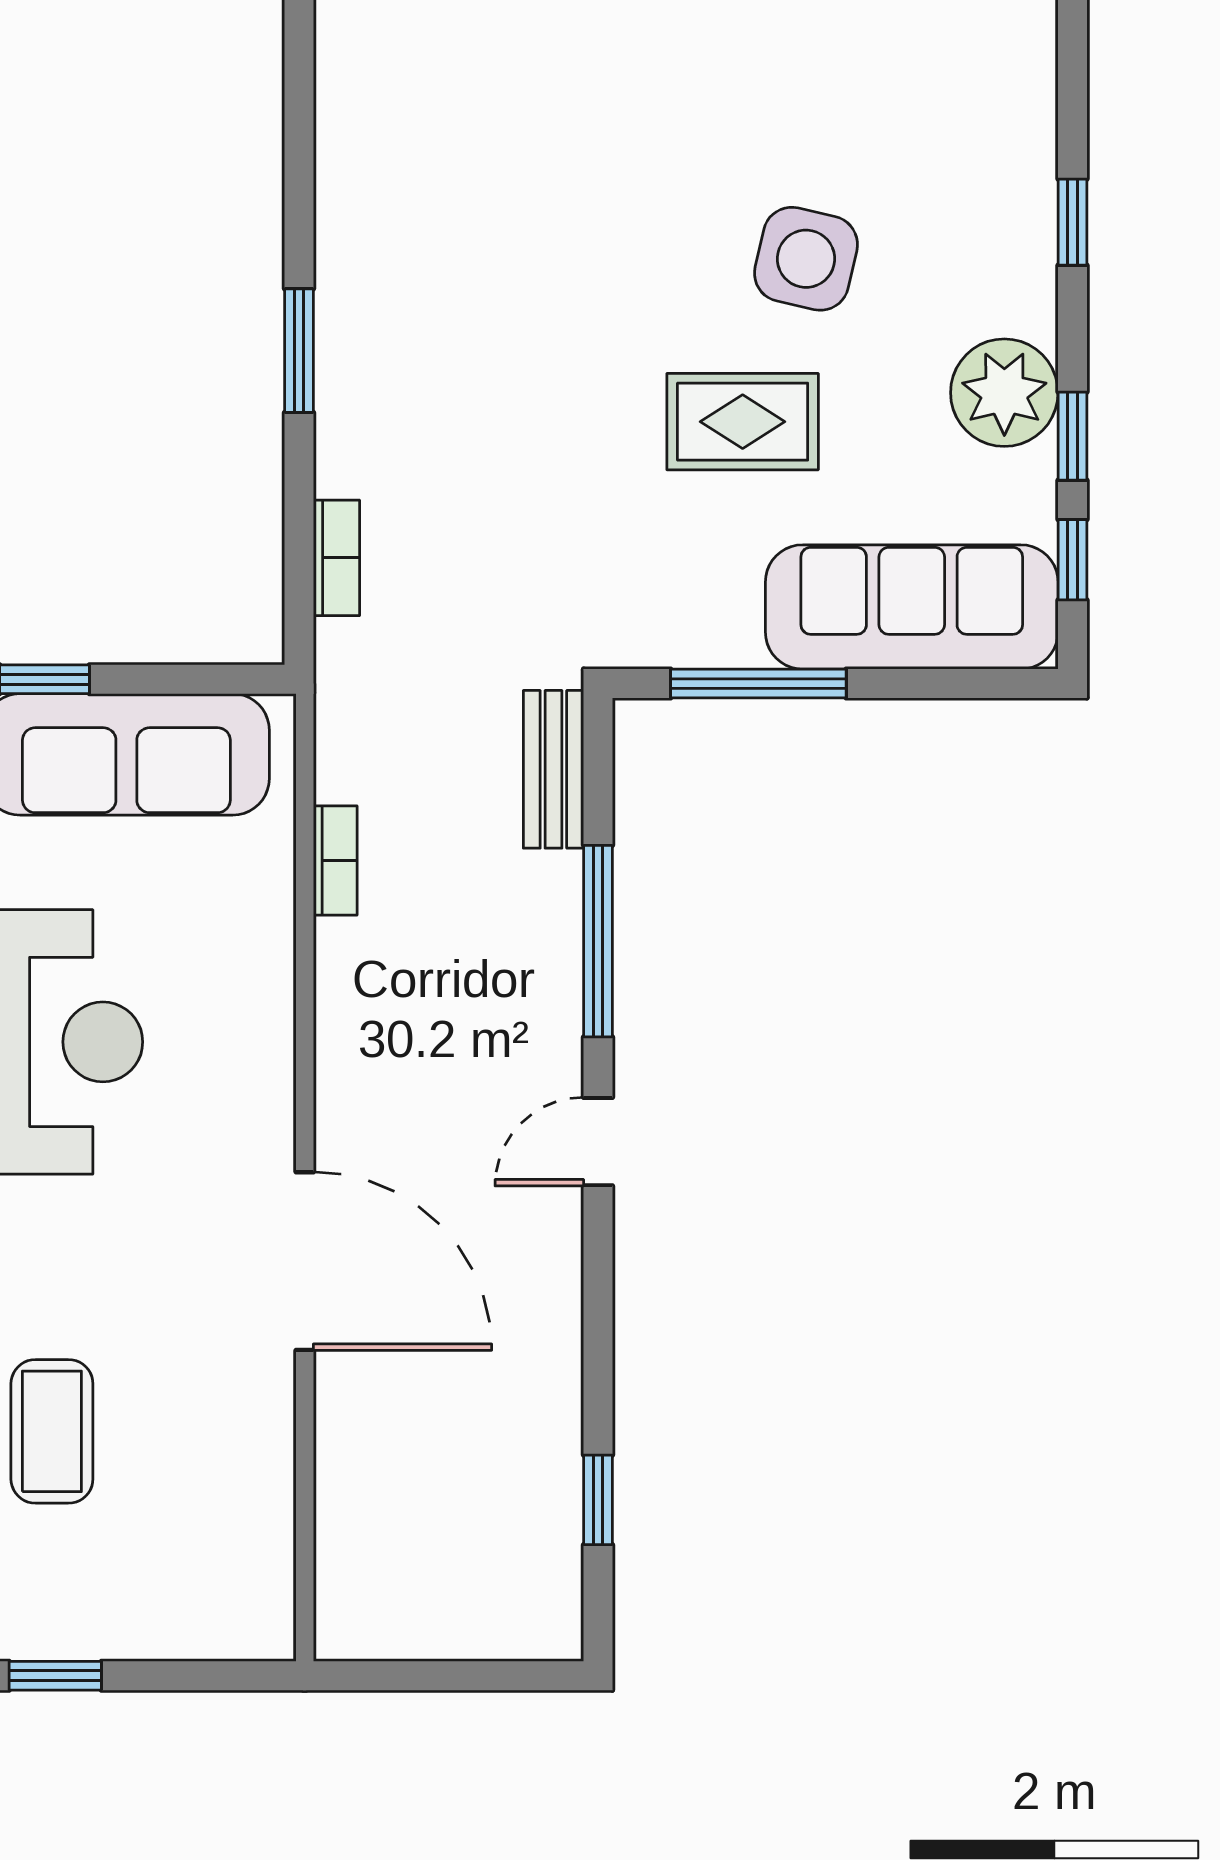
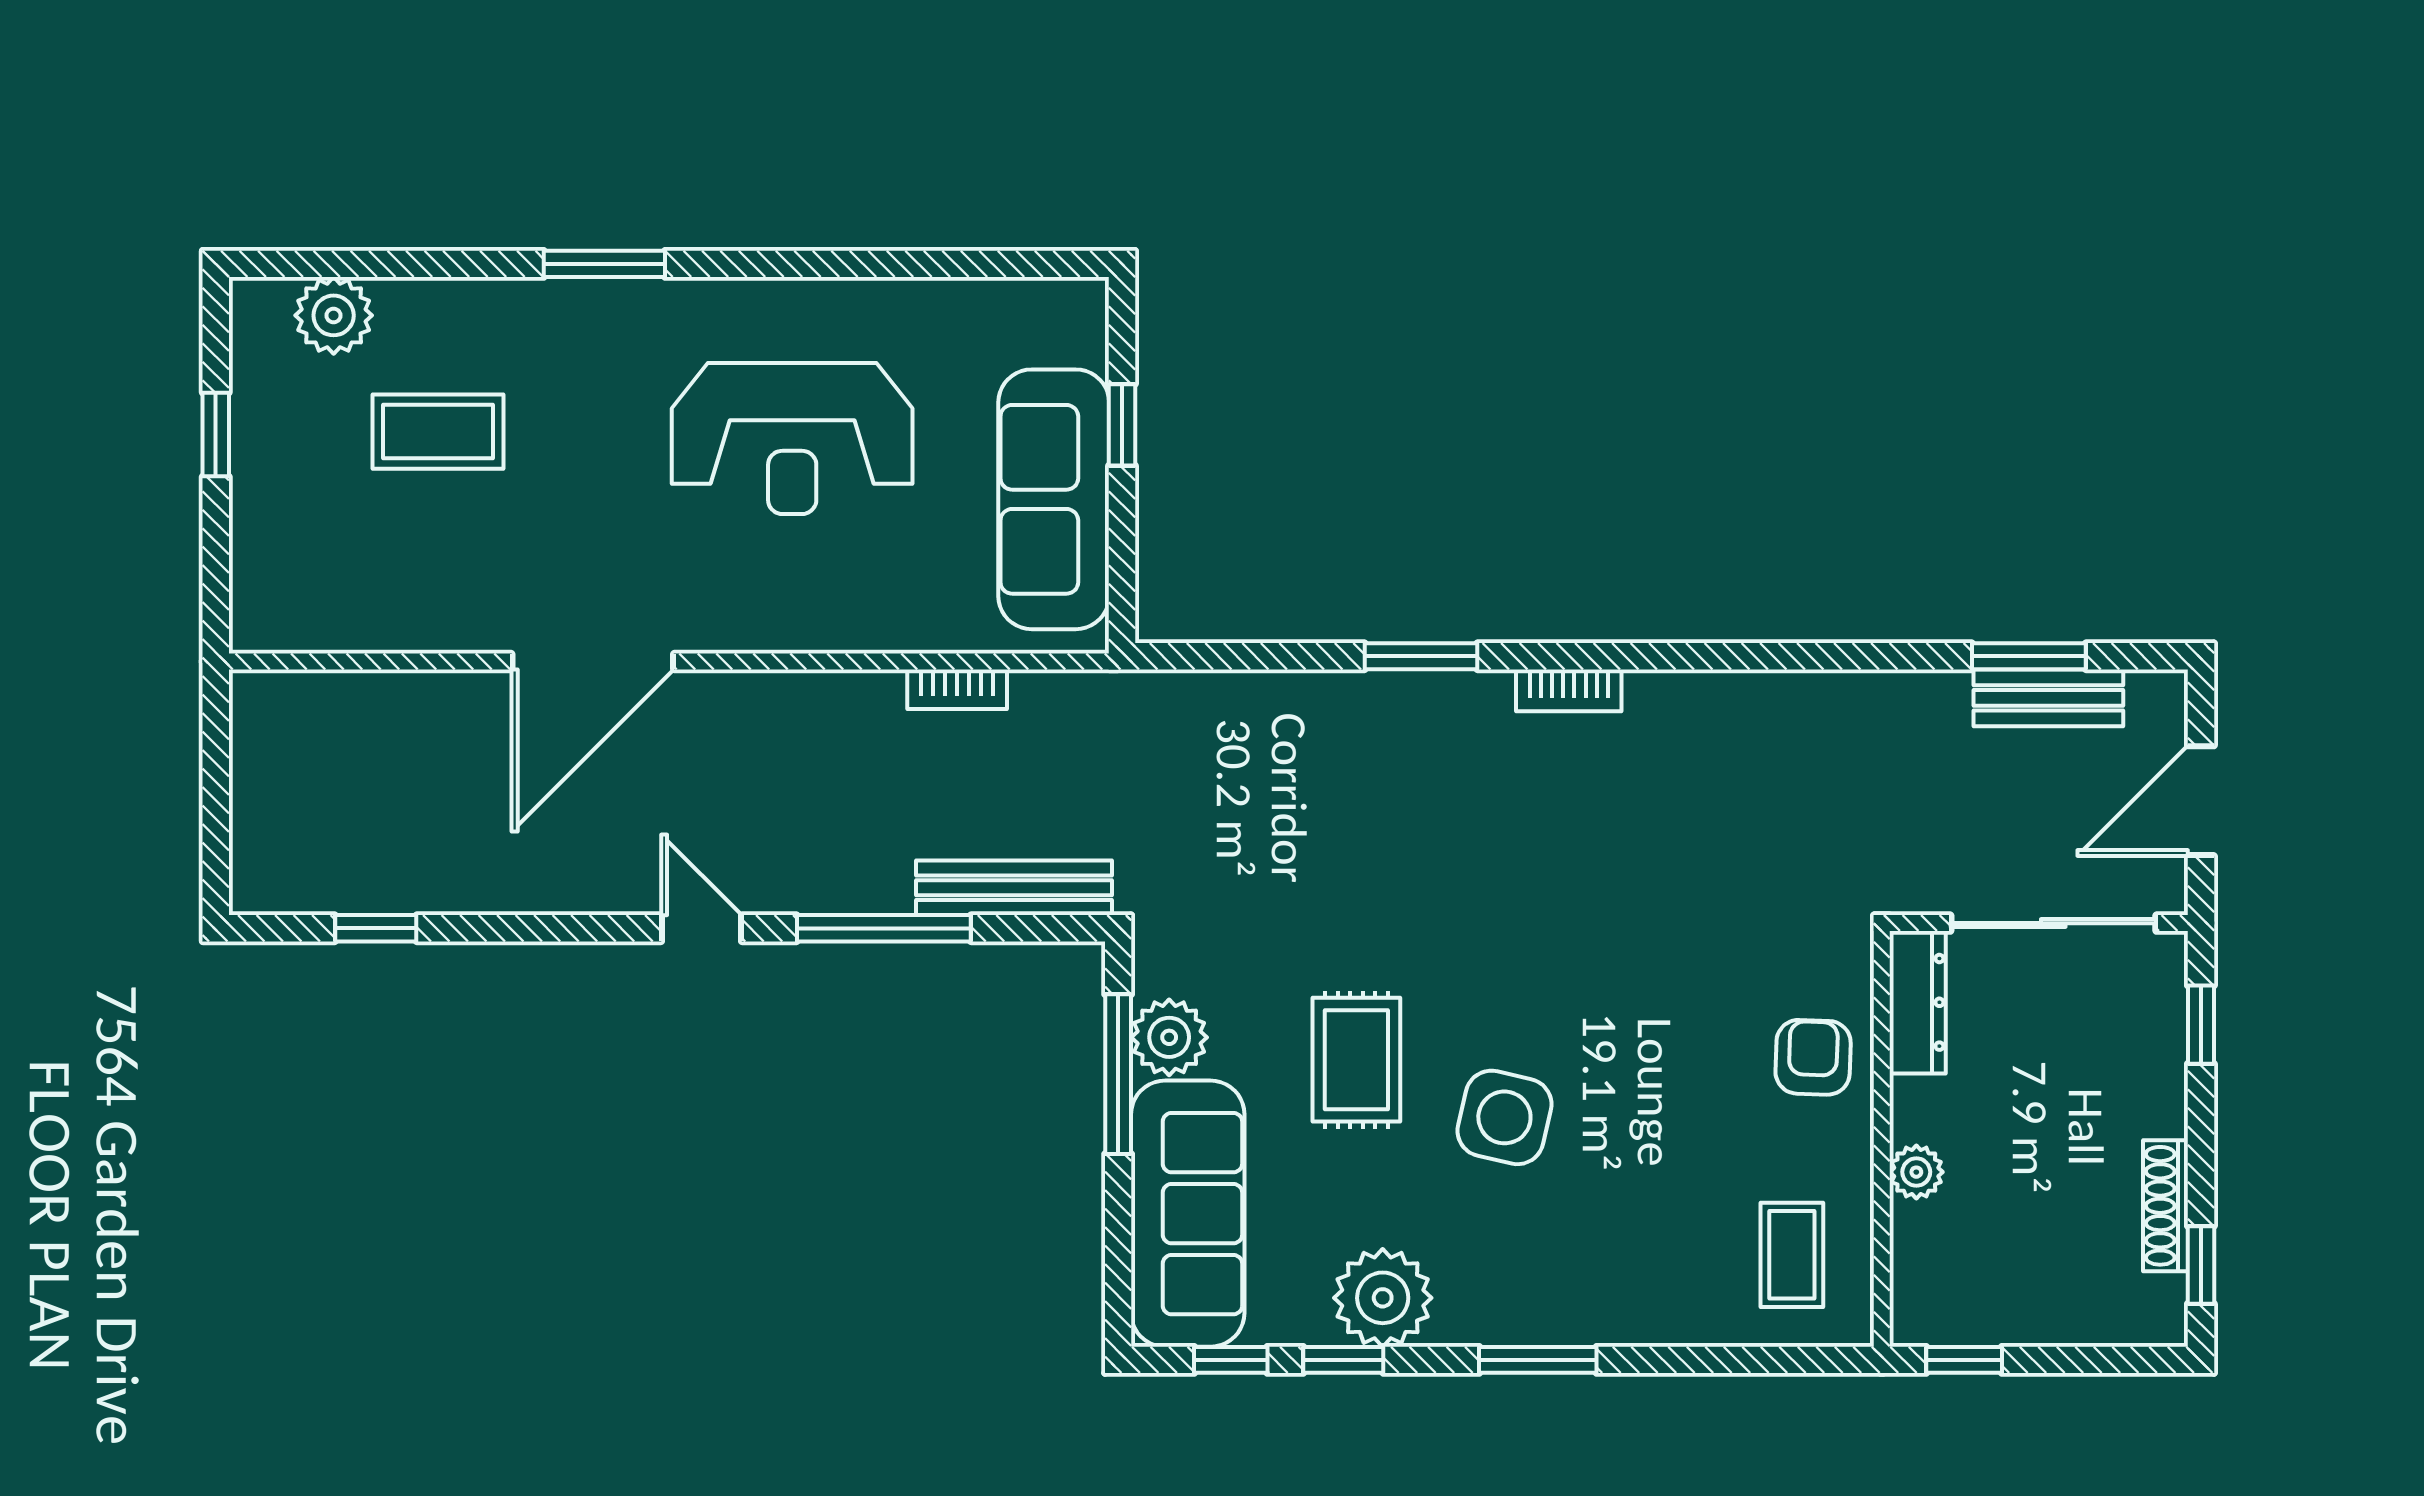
window: (1072, 222) -> (1538, 1360), width x1.50
bookcase: (336, 558) -> (1569, 690), moved
plant: (718, 627) -> (1169, 1037), added
bench: (553, 769) -> (1014, 888), width x1.36

